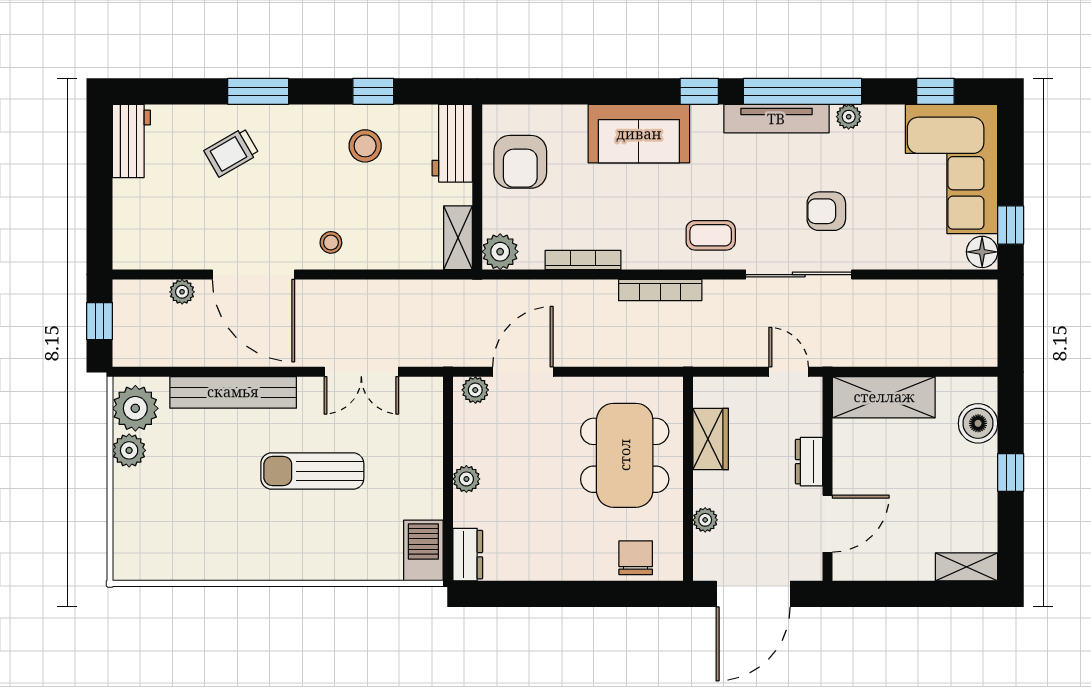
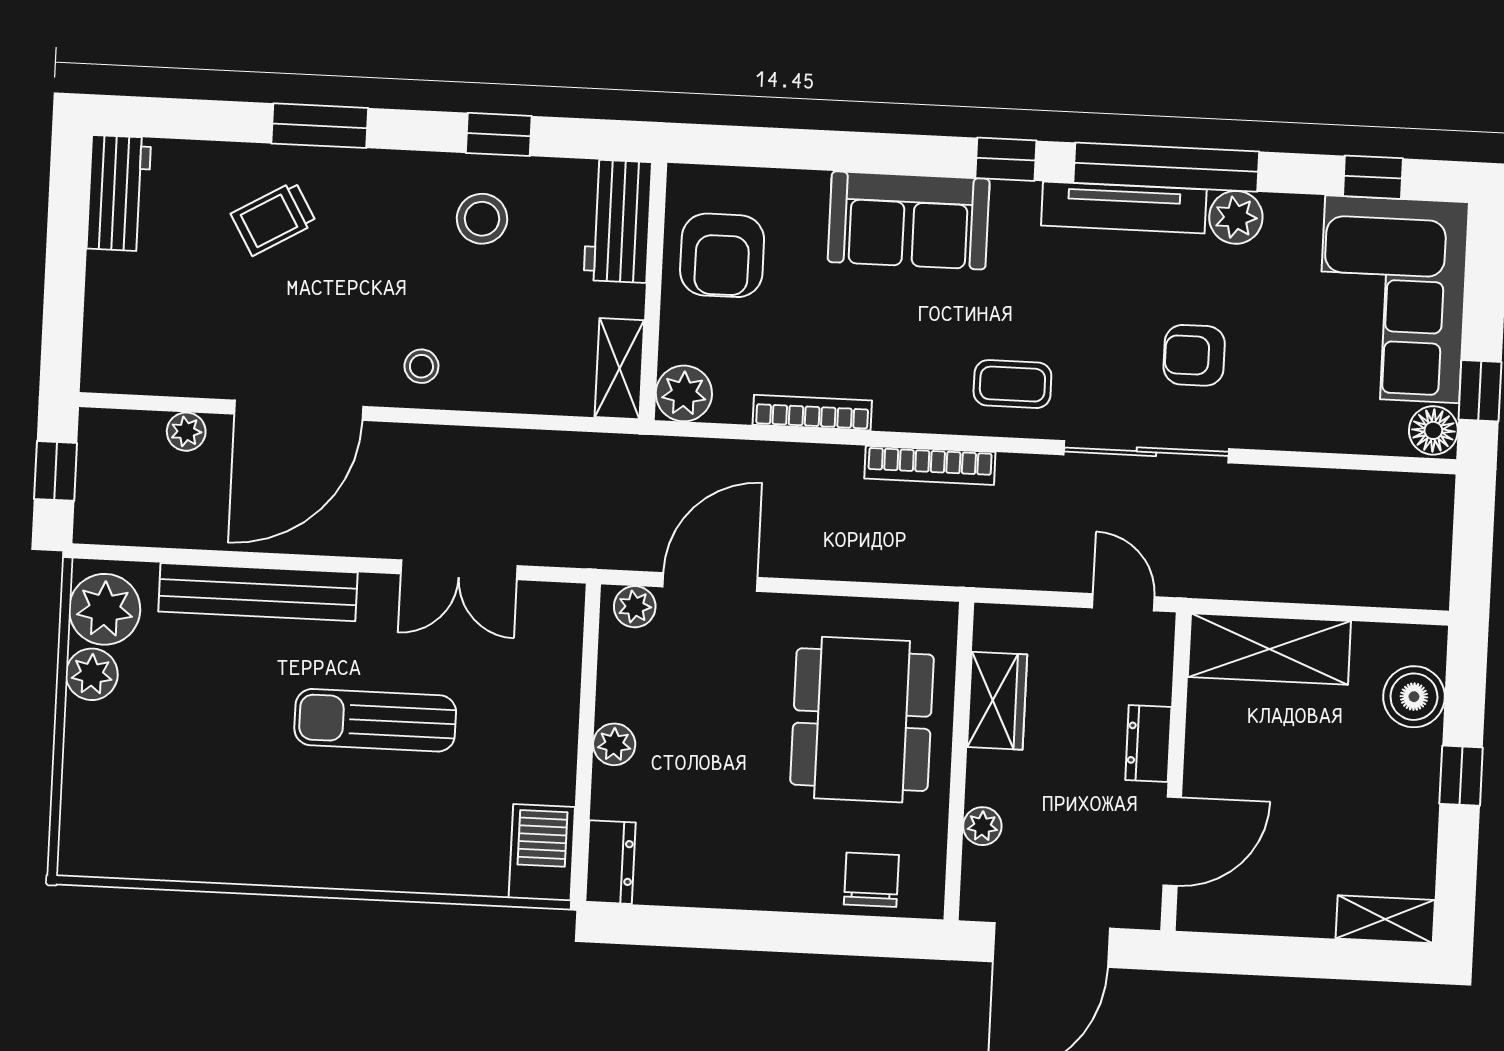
plant: (849, 117) -> (1236, 217), width x1.38, depth x1.38
door: (253, 275) -> (299, 410), hinge flipped

